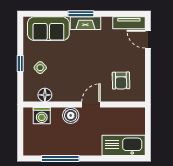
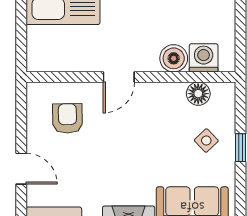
door: (148, 39) -> (21, 169), moved
boiler: (71, 115) -> (174, 58), moved

